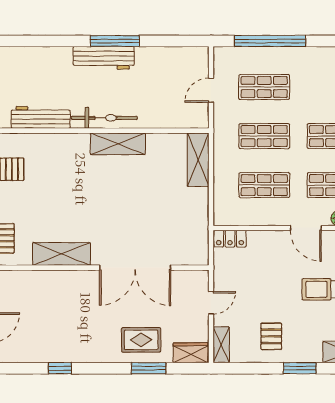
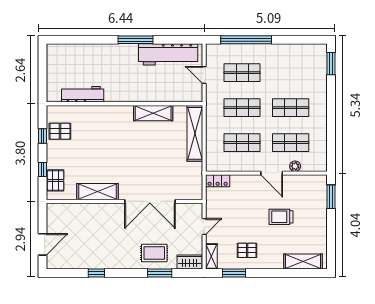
workbench: (104, 58) -> (168, 54), moved, width x1.36, depth x1.32
door: (211, 90) -> (204, 75), hinge flipped
bicycle: (104, 118) -> (128, 95), removed
shelving: (118, 144) -> (153, 113), moved
shelving: (198, 160) -> (195, 133), width x1.47
pallet: (271, 336) -> (247, 250), turned 90
window: (300, 368) -> (234, 273), moved

